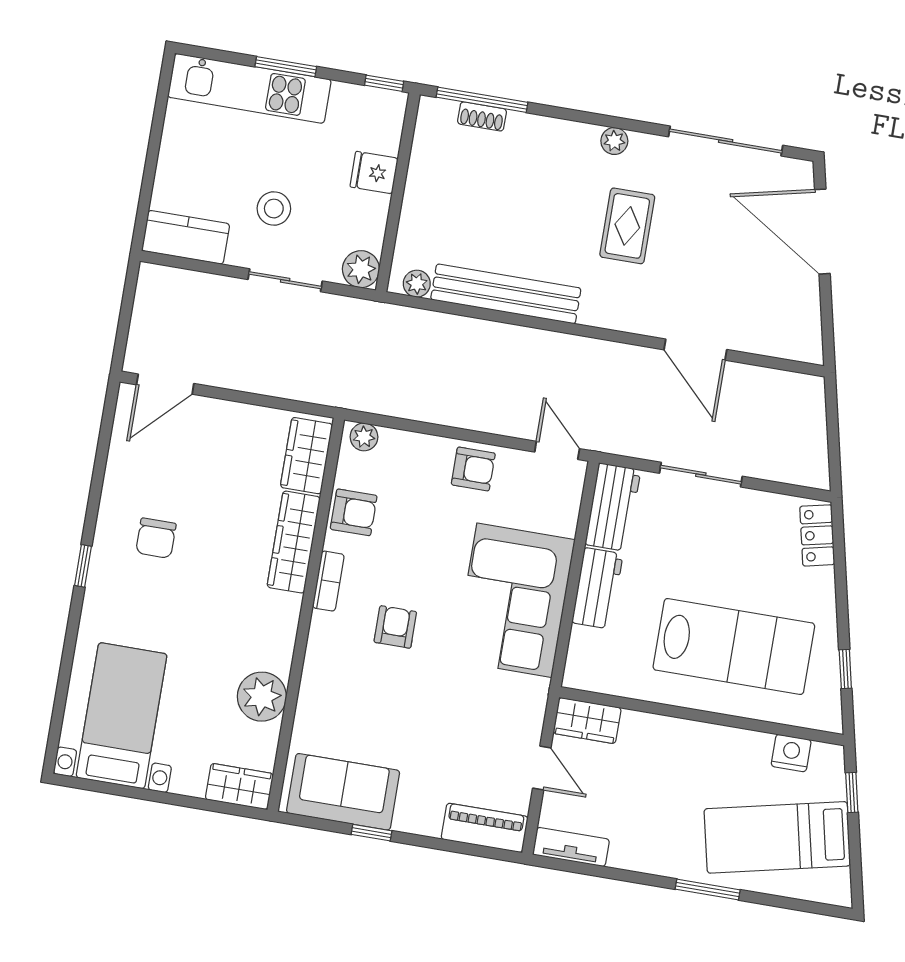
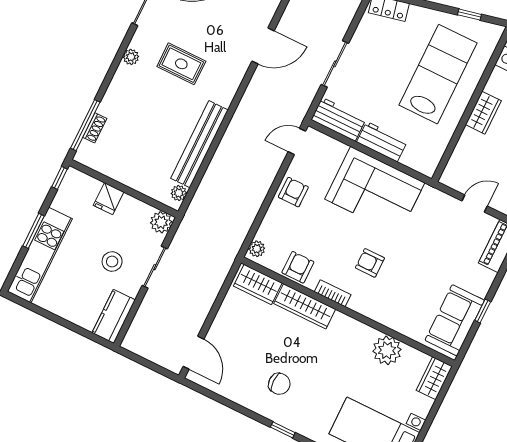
wardrobe: (587, 721) -> (483, 113), moved

